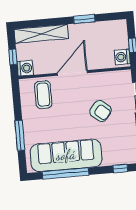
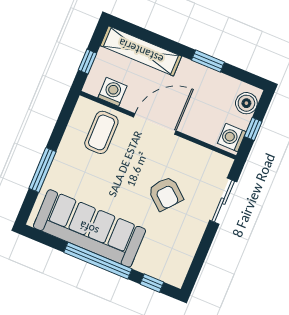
boiler: (120, 32) -> (246, 103), added
washing machine: (25, 68) -> (112, 92), moved, turned -90
window: (66, 173) -> (98, 261), moved

